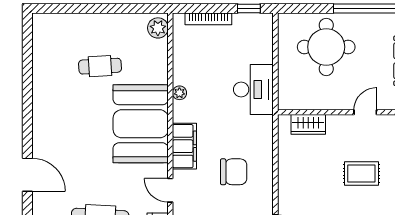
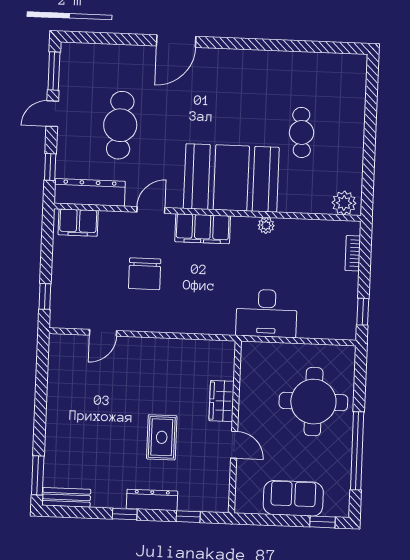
bookcase: (208, 19) -> (353, 253), width x0.64
wardrobe: (308, 124) -> (222, 401), moved
chair: (234, 172) -> (145, 274), moved

